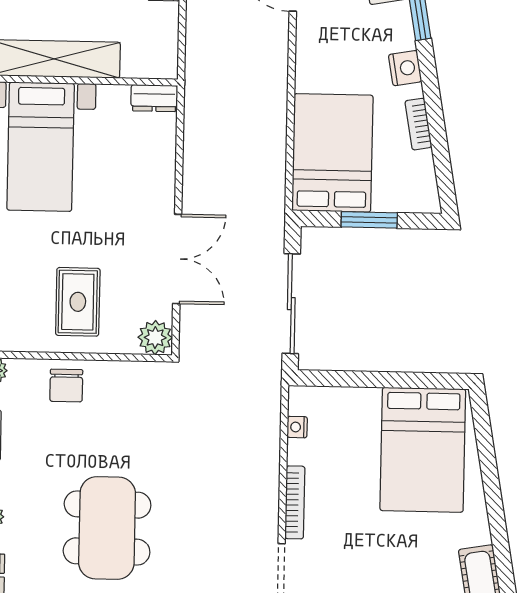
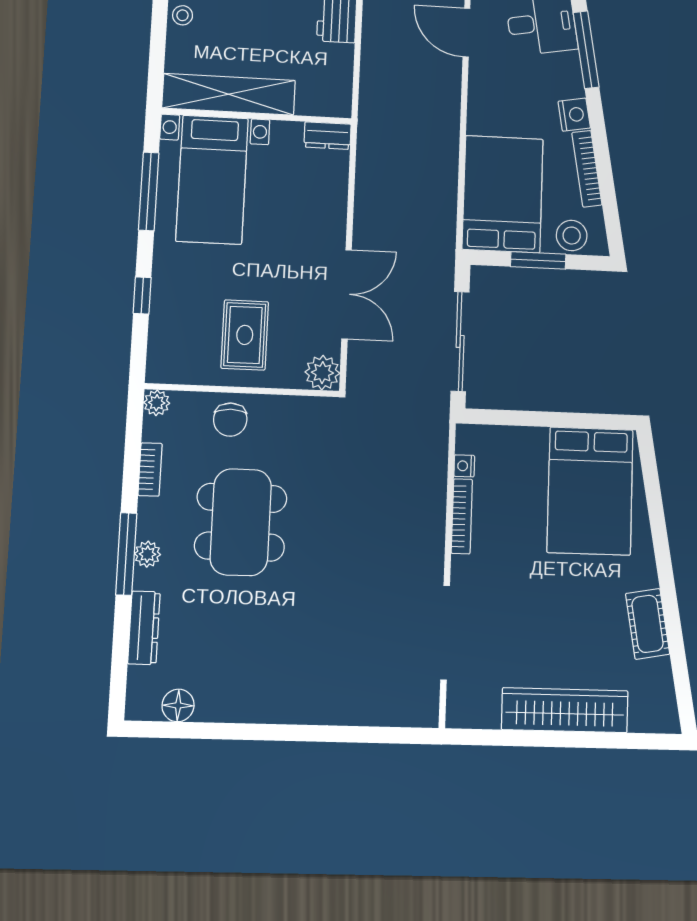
bookcase: (418, 124) -> (587, 169), width x1.56
stool: (403, 193) -> (572, 236), added
bookcase: (295, 502) -> (462, 516), moved
dining table: (107, 528) -> (241, 522), moved

